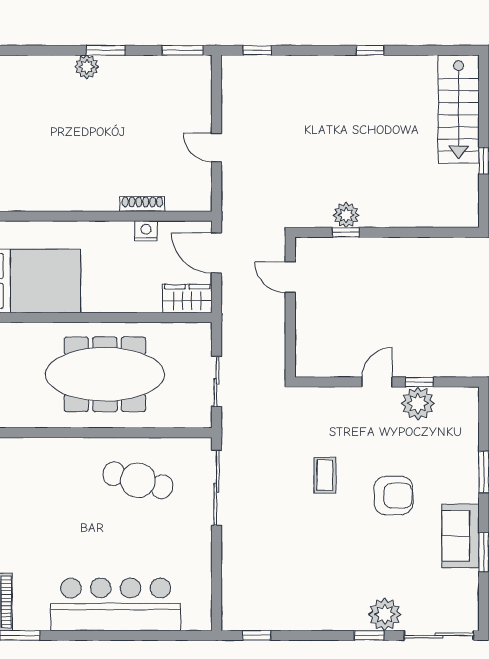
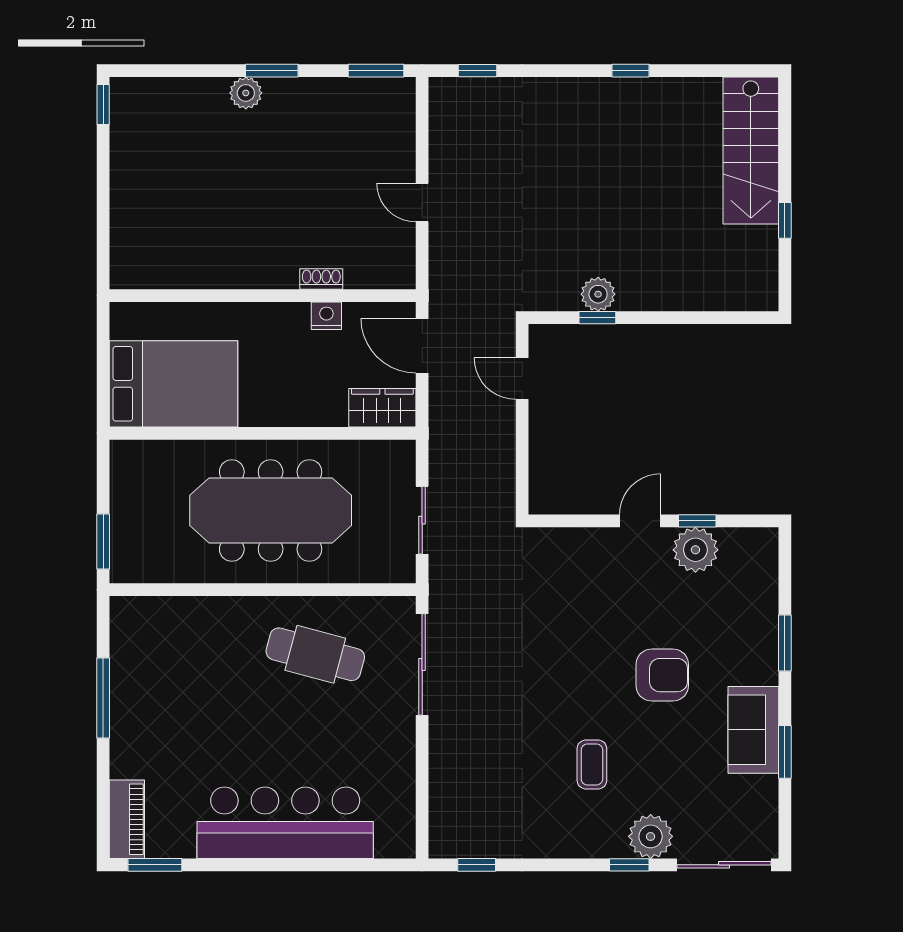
shoe rack: (142, 204) -> (321, 279), width x0.70
coffee table: (325, 475) -> (592, 764), moved

